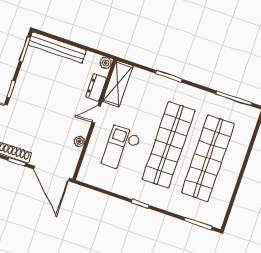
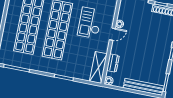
door: (96, 114) -> (112, 34), moved
checkout: (121, 149) -> (90, 23), turned 180

